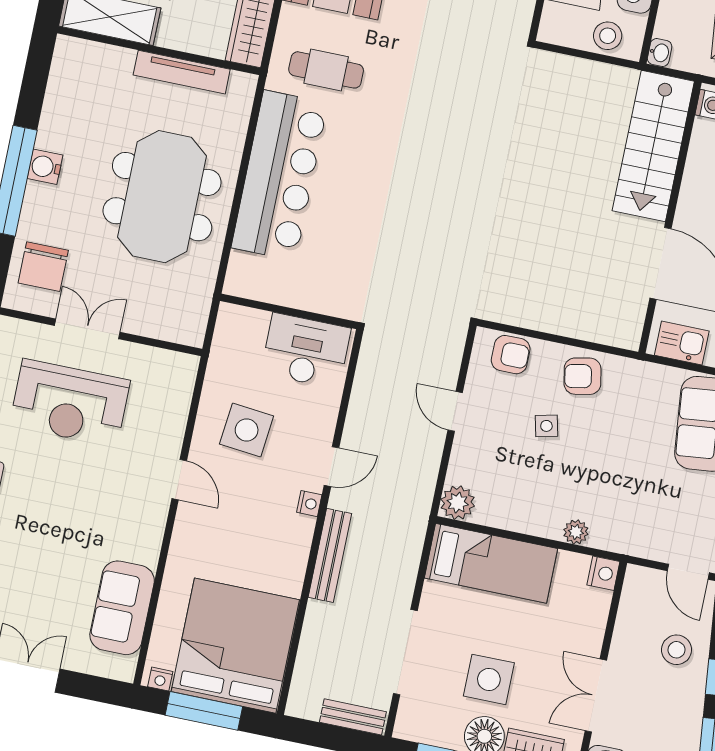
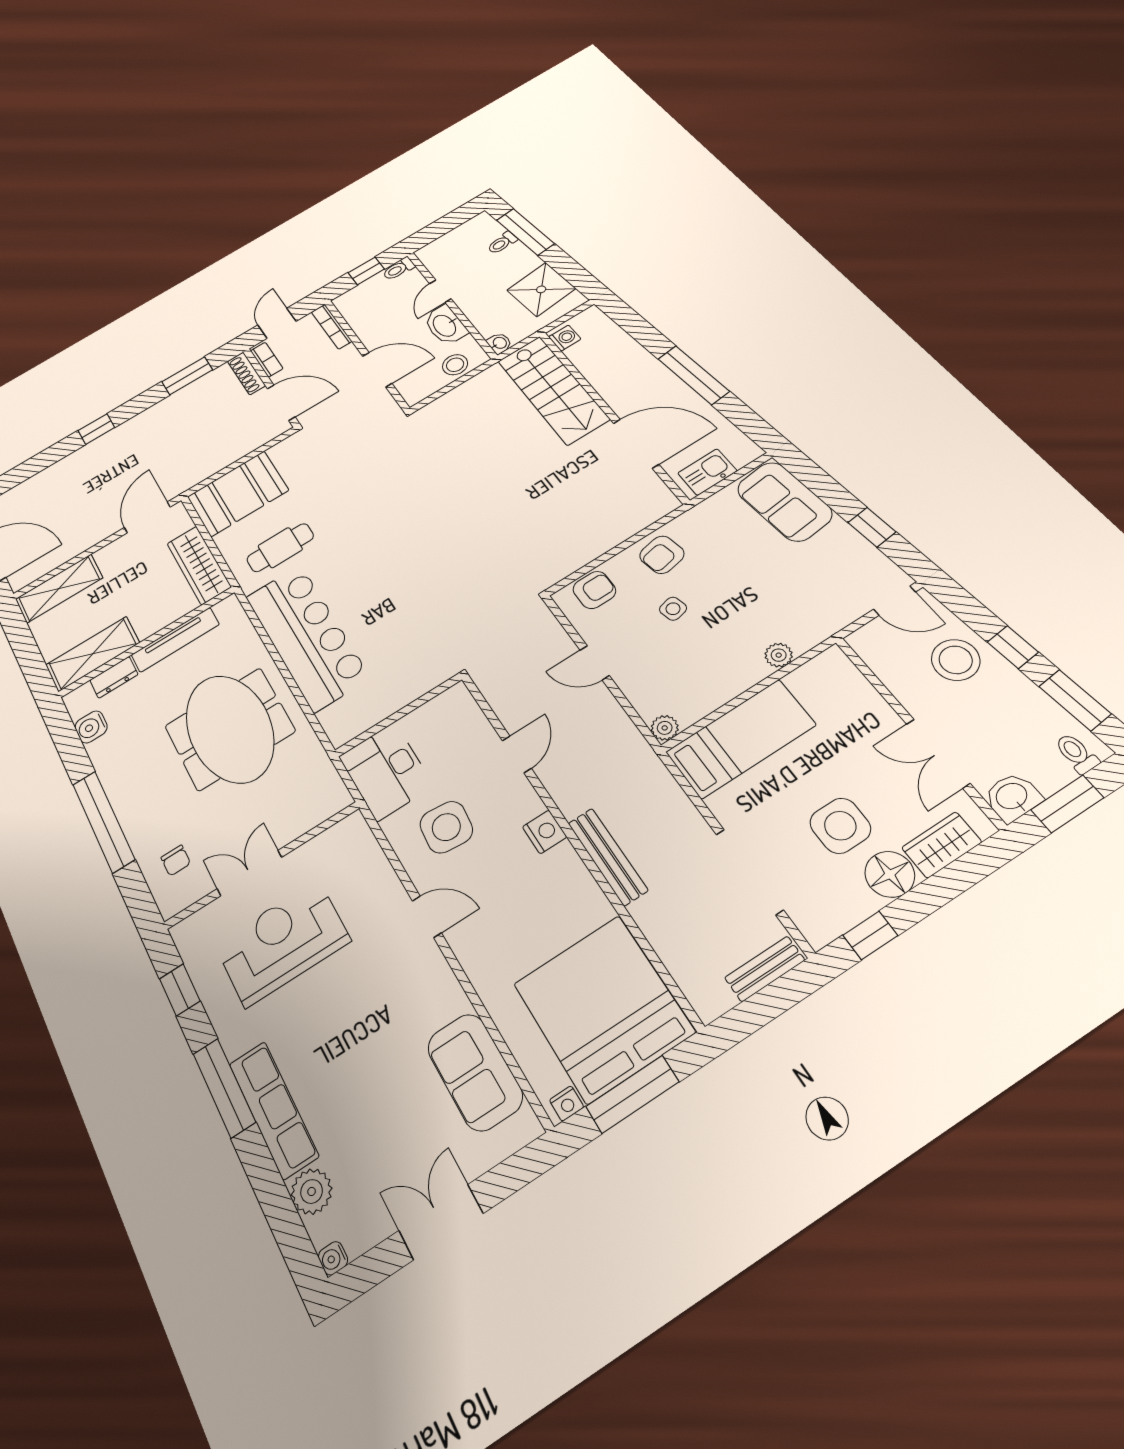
dresser: (110, 58) -> (114, 677), added
water cooler: (45, 167) -> (91, 727), moved
chair: (43, 267) -> (176, 860), width x0.54, depth x0.54
desk: (306, 351) -> (386, 771), moved, turned -90
reception desk: (70, 403) -> (282, 943), turned 180
door: (332, 467) -> (517, 754), moved
plant: (458, 503) -> (665, 728), width x0.73, depth x0.73
nightstand: (309, 504) -> (545, 832), width x1.39, depth x1.35
nightstand: (603, 573) -> (834, 662), removed
stool: (677, 650) -> (956, 660), width x1.38, depth x1.38

